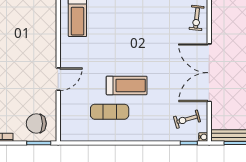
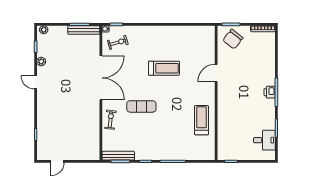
treadmill: (127, 85) -> (164, 68), turned 180
exercise mat: (110, 112) -> (141, 106), moved
chair: (36, 124) -> (233, 39), turned 128

